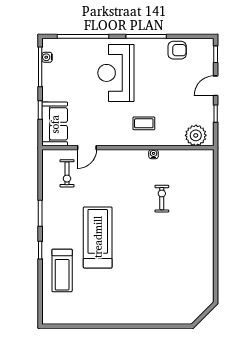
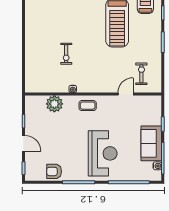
door: (216, 86) -> (23, 143), hinge flipped
coffee table: (144, 123) -> (88, 106), moved
sofa: (55, 124) -> (151, 143), moved
plant: (196, 135) -> (54, 104), moved

